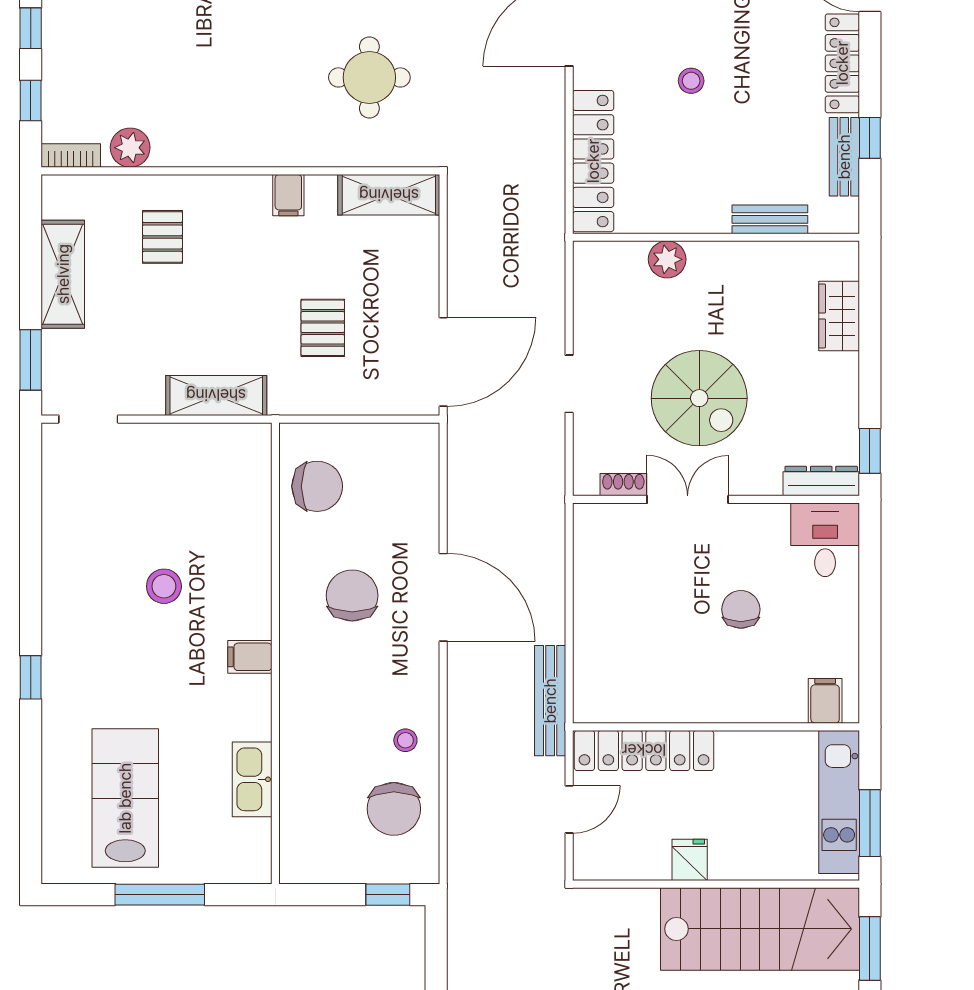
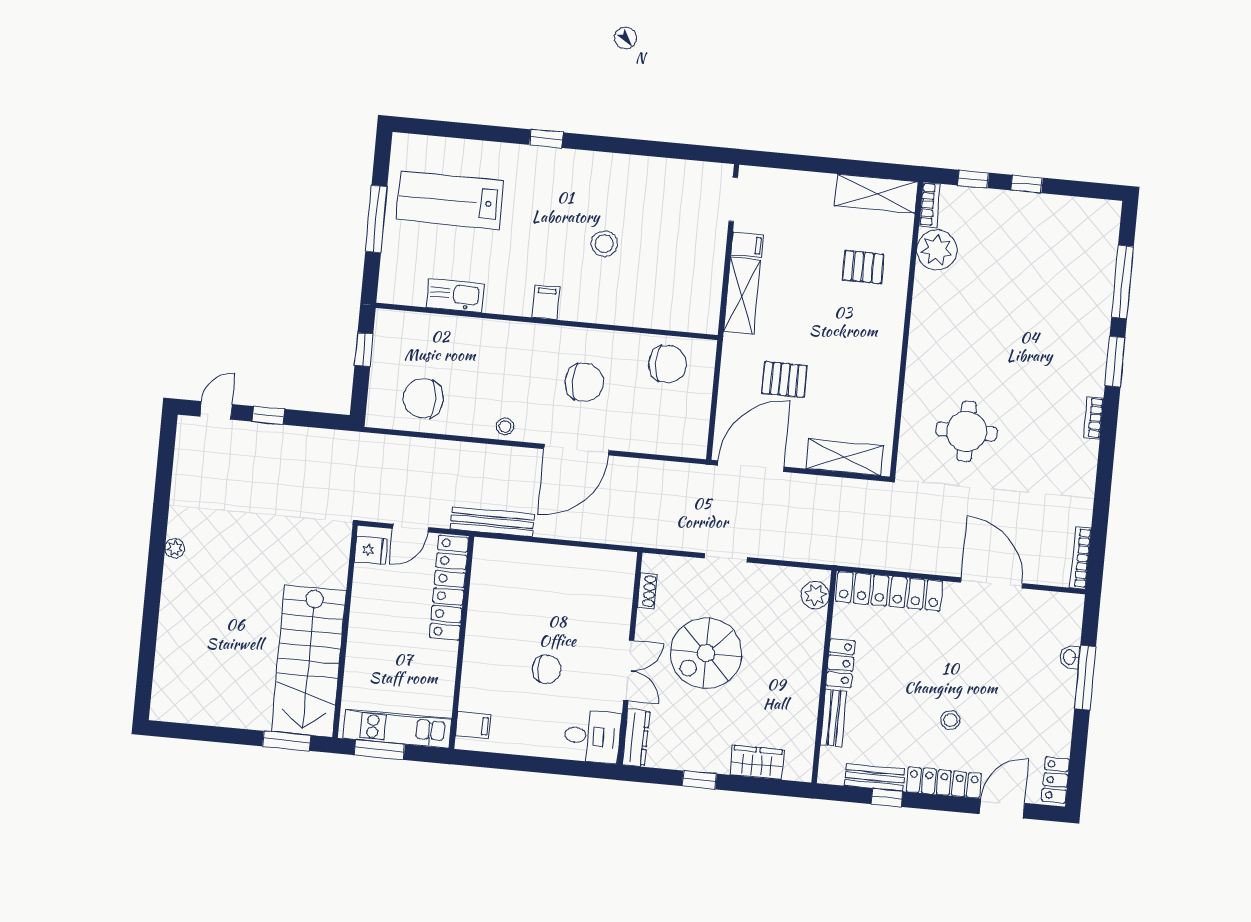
stool: (691, 81) -> (950, 720), moved
plant: (130, 148) -> (937, 250), width x1.36, depth x1.36
filing cabinet: (288, 195) -> (747, 245), moved, turned 180
shelving: (389, 195) -> (845, 457), moved, turned 90
locker: (696, 217) -> (841, 663), added
plant: (667, 259) -> (815, 595), moved
shelving: (63, 274) -> (876, 194), moved
window: (31, 360) -> (781, 161), removed
door: (443, 362) -> (751, 466), swing flipped
window: (870, 451) -> (699, 780), moved
chair: (317, 486) -> (667, 364), turned -90
double door: (688, 499) -> (629, 670), moved
stool: (405, 740) -> (505, 426), moved
lab bench: (125, 798) -> (450, 200), turned 180
door: (569, 809) -> (411, 528), hinge flipped
fridge: (690, 860) -> (371, 550), moved
window: (388, 895) -> (364, 350), moved

